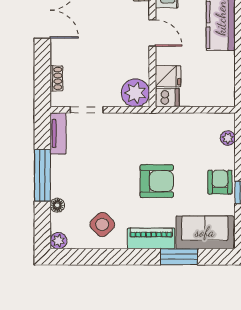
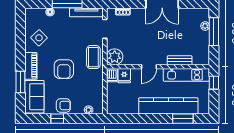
coffee table: (136, 130) -> (93, 57), added
tv unit: (58, 133) -> (86, 12), width x1.41
plant: (58, 241) -> (30, 13), removed

